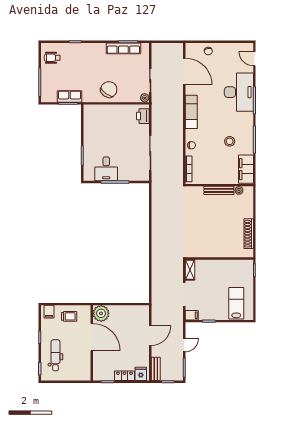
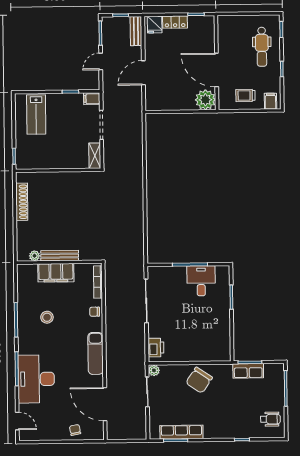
filing cabinet: (246, 169) -> (56, 273), moved, turned 90

